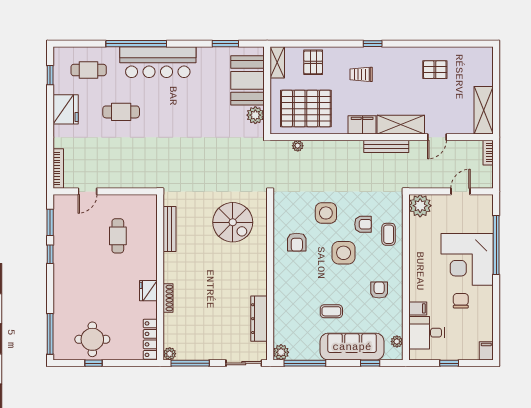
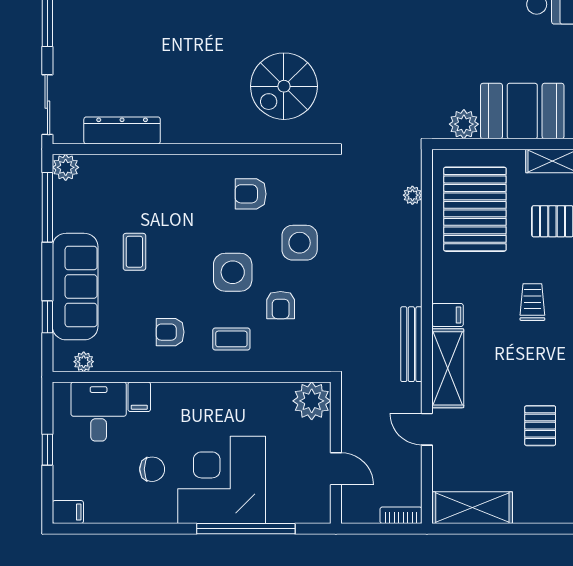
filing cabinet: (362, 125) -> (448, 315), width x0.50
coffee table: (389, 234) -> (231, 339), moved
armchair: (379, 290) -> (170, 332), turned 180

